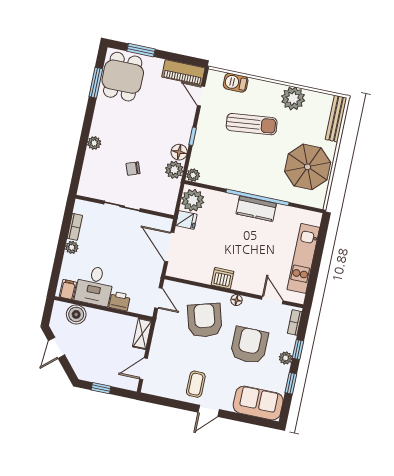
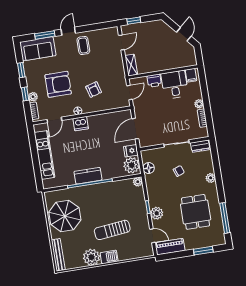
dining table: (123, 77) -> (196, 212), moved
window: (96, 83) -> (225, 218), width x1.44
barbecue: (236, 83) -> (109, 257), moved
floor lamp: (179, 152) -> (149, 168), moved
plant: (174, 170) -> (157, 213), moved
dresser: (92, 191) -> (200, 146), added
door: (169, 247) -> (135, 129), swing flipped
dishwasher: (223, 278) -> (81, 124), moved
door: (158, 298) -> (130, 93), swing flipped
door: (272, 300) -> (54, 120), hinge flipped
boiler: (76, 314) -> (179, 61), removed
armchair: (205, 320) -> (94, 90), width x0.53, depth x0.53
armchair: (249, 345) -> (58, 84), turned -90
plant: (286, 358) -> (33, 97), moved
window: (101, 388) -> (134, 21), moved
window: (242, 418) -> (45, 35), added

